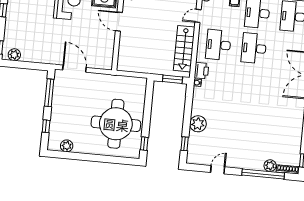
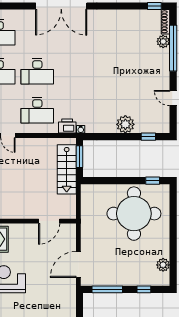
door: (119, 22) -> (49, 221), moved
stairs: (184, 49) -> (67, 169), moved, turned 90

